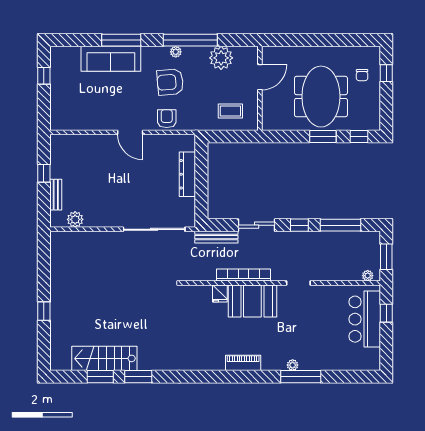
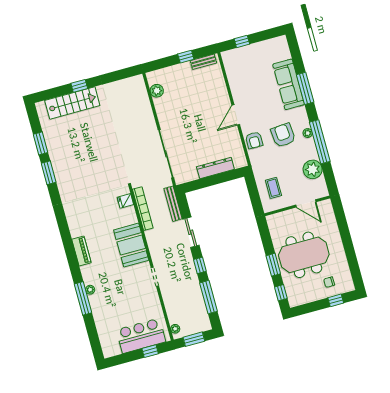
window: (44, 76) -> (242, 41), moved
armchair: (167, 119) -> (254, 140), turned 90
bench: (56, 195) -> (203, 62), moved
bookcase: (244, 275) -> (143, 209), moved
fridge: (220, 293) -> (125, 201), moved
stairs: (104, 358) -> (72, 103), moved, turned 90

